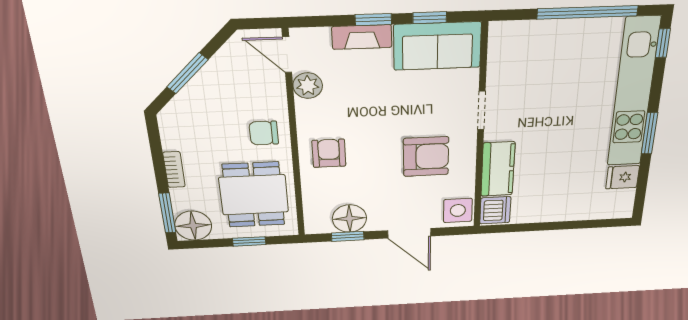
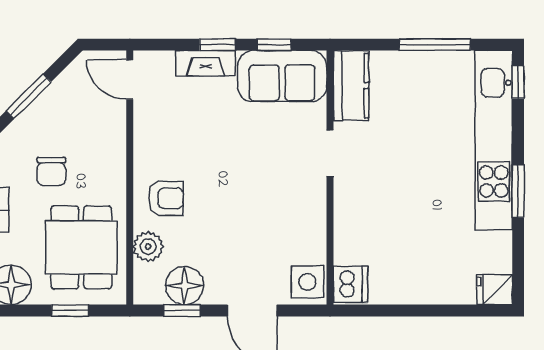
window: (587, 12) -> (435, 45), width x0.68
plant: (308, 86) -> (148, 247), moved
chair: (264, 133) -> (51, 171), moved, turned -90
armchair: (329, 153) -> (166, 198), turned 90
armchair: (426, 157) -> (271, 208), removed
kitchen counter: (498, 169) -> (351, 86), moved
fridge: (623, 177) -> (494, 290), moved

